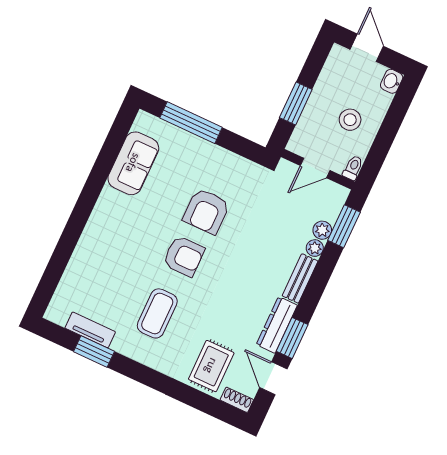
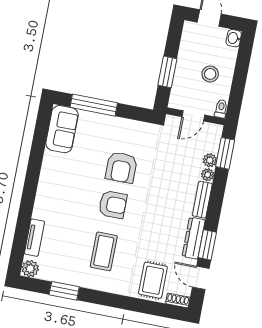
sofa: (133, 163) -> (62, 129), moved
plant: (58, 312) -> (30, 269), added
tv unit: (90, 330) -> (34, 238), moved, turned 90

